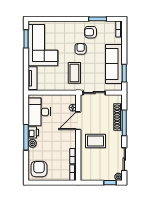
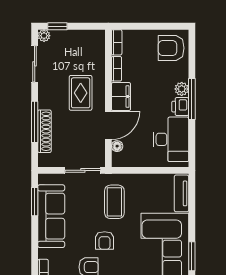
filing cabinet: (70, 139) -> (121, 97), added
rug: (96, 141) -> (81, 93), turned 90
armchair: (39, 169) -> (171, 48), turned 90

